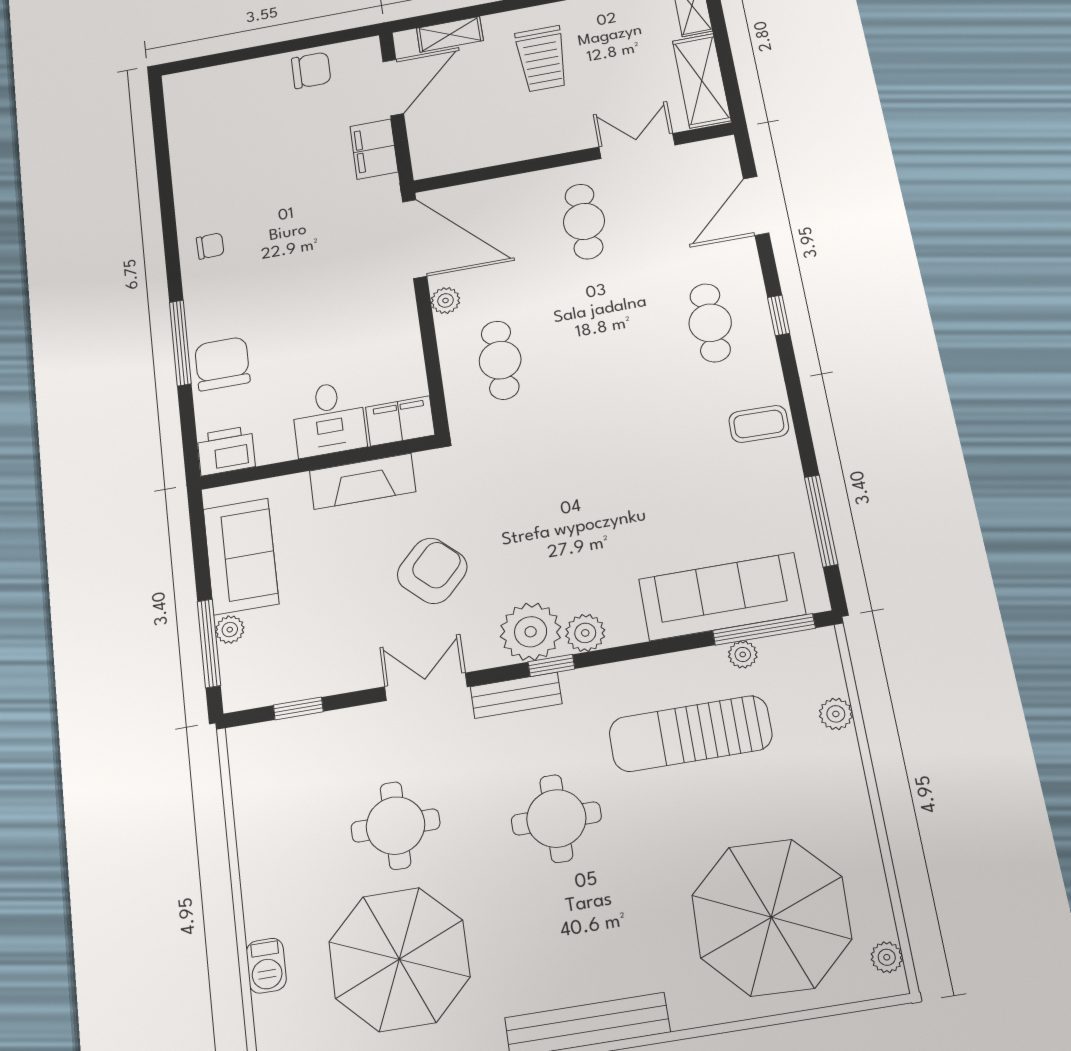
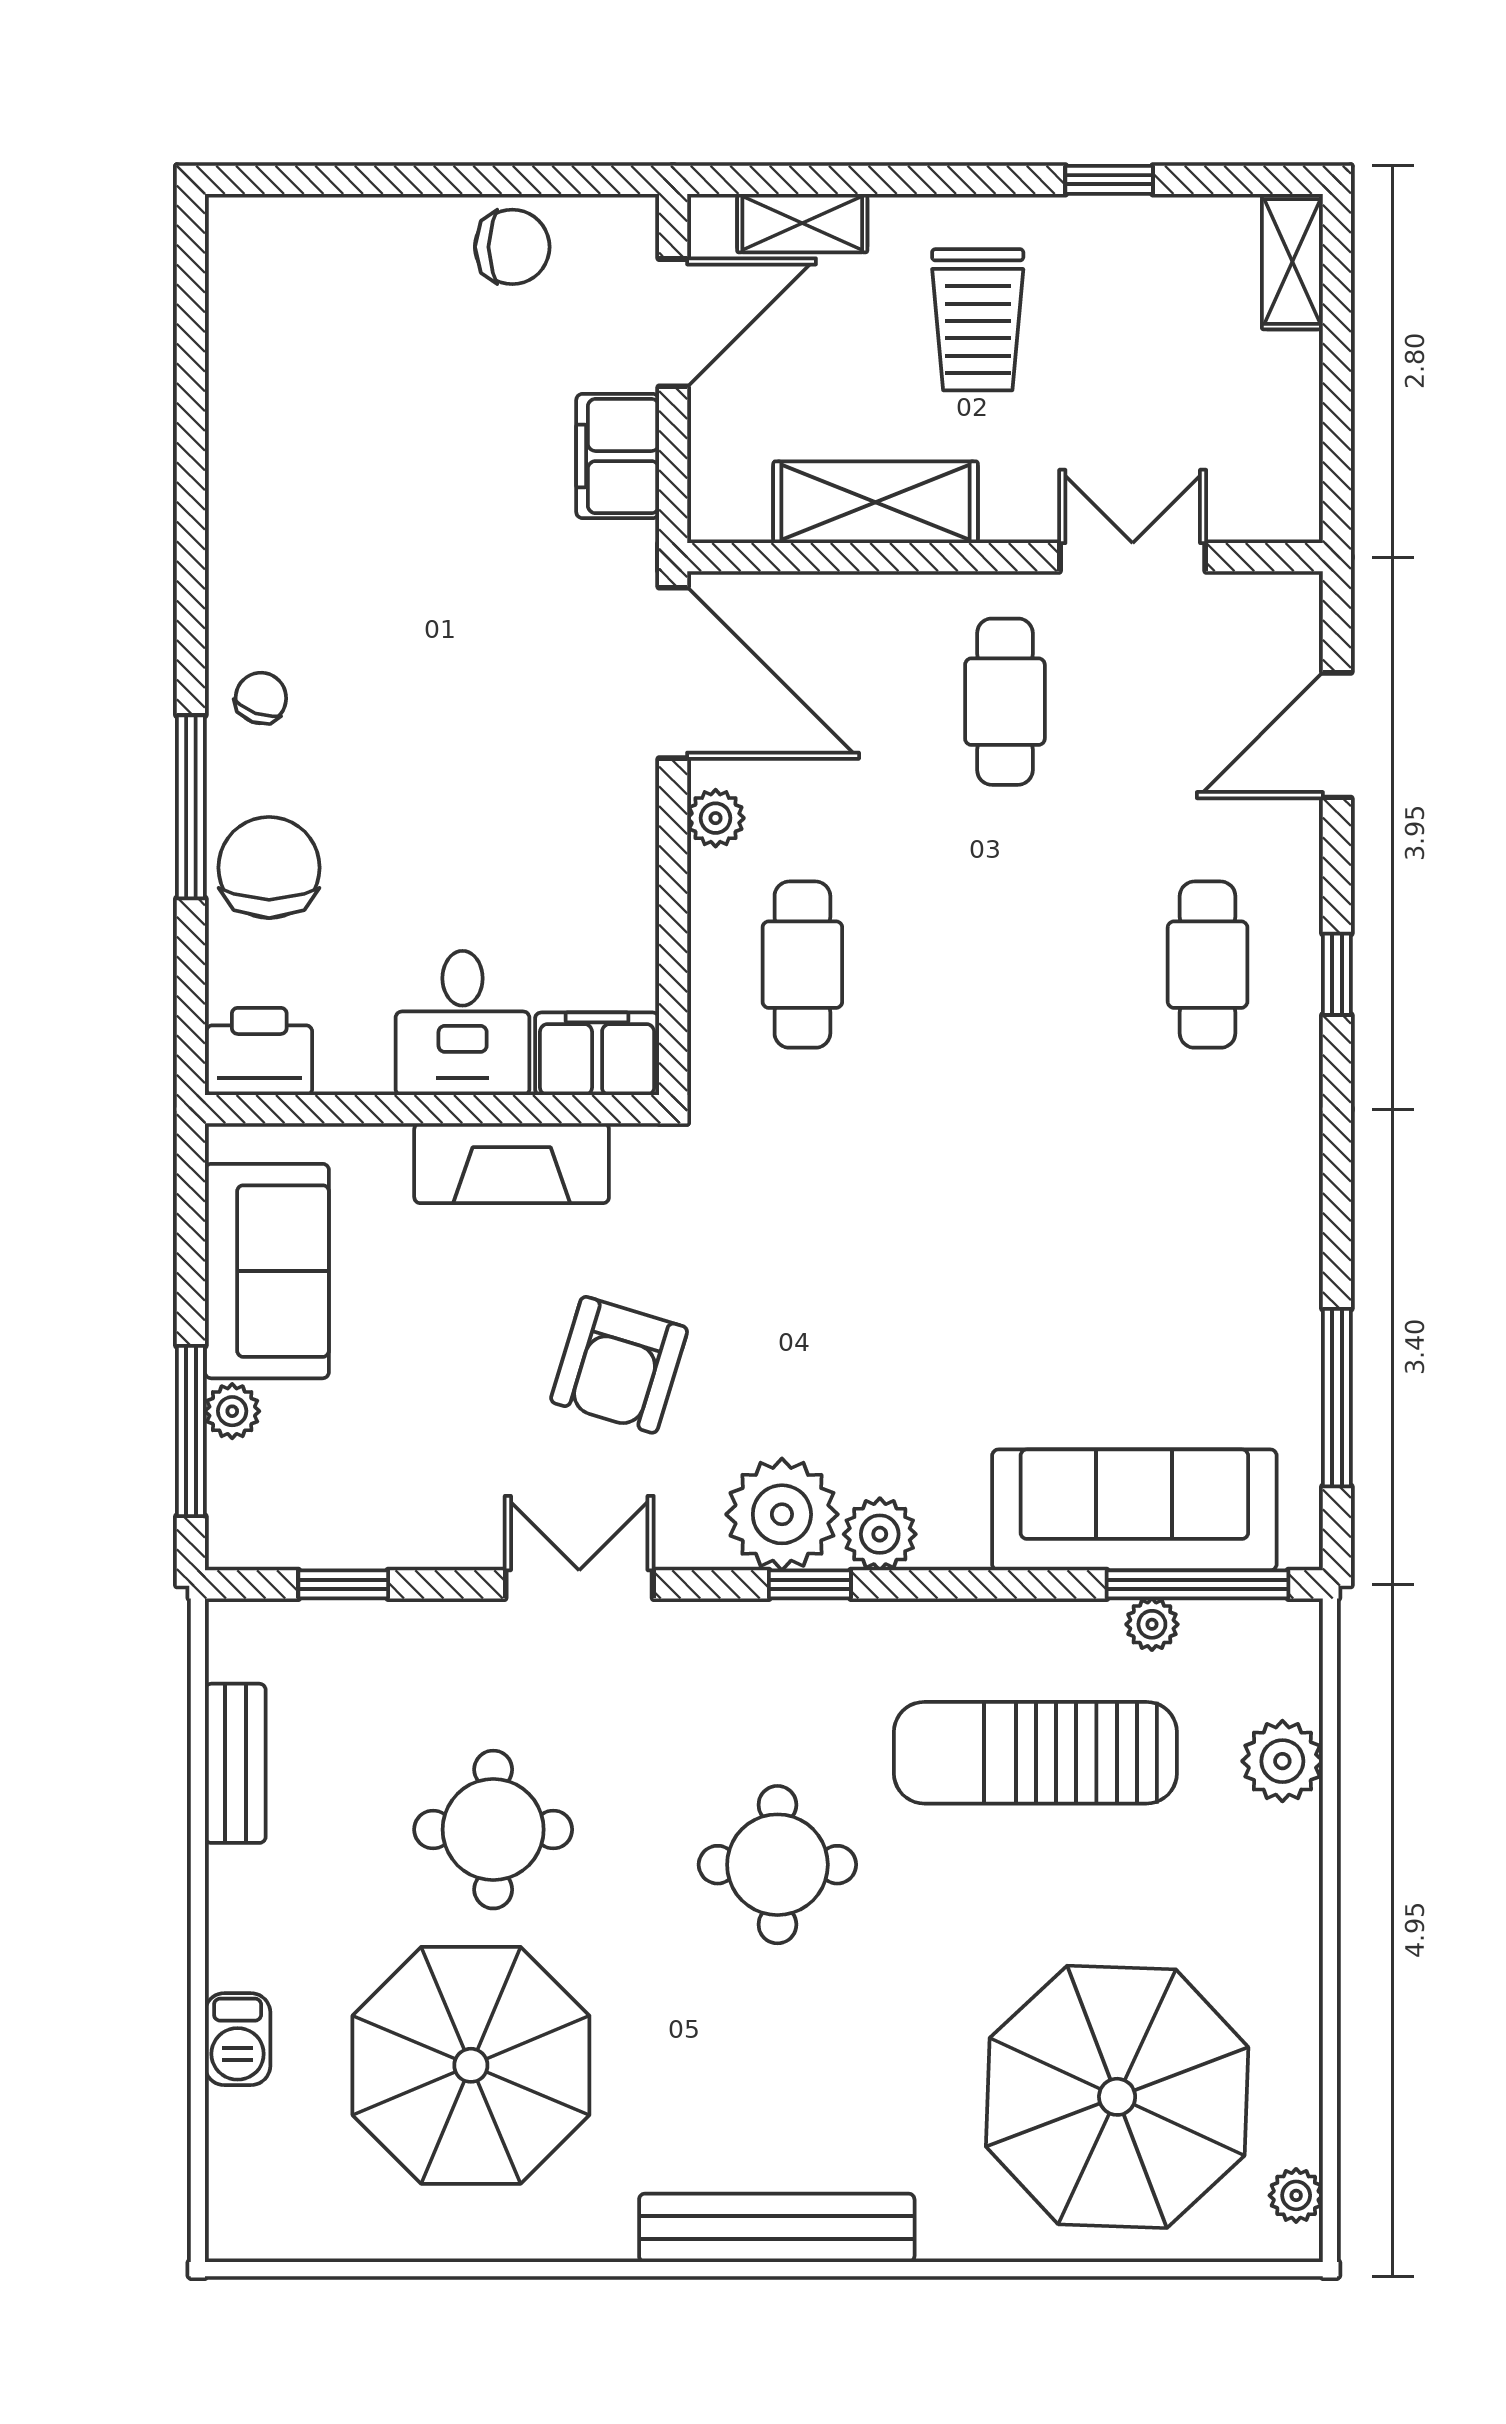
shelving: (702, 81) -> (876, 502), moved, turned 90
chair: (210, 246) -> (261, 698), moved, turned -68
coffee table: (759, 424) -> (1260, 1188), removed
armchair: (432, 571) -> (619, 1365), turned 153
bench: (516, 695) -> (235, 1763), moved, turned 90
plant: (836, 714) -> (1282, 1761), width x1.38, depth x1.38

